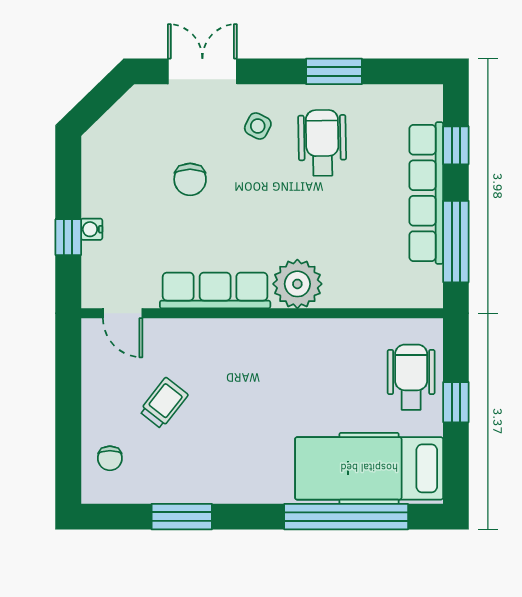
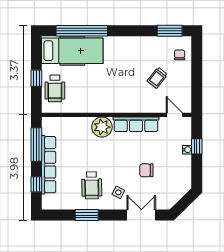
double door: (202, 71) -> (141, 215), swing flipped
chair: (190, 179) -> (146, 170), turned -90
window: (182, 517) -> (170, 31), moved

